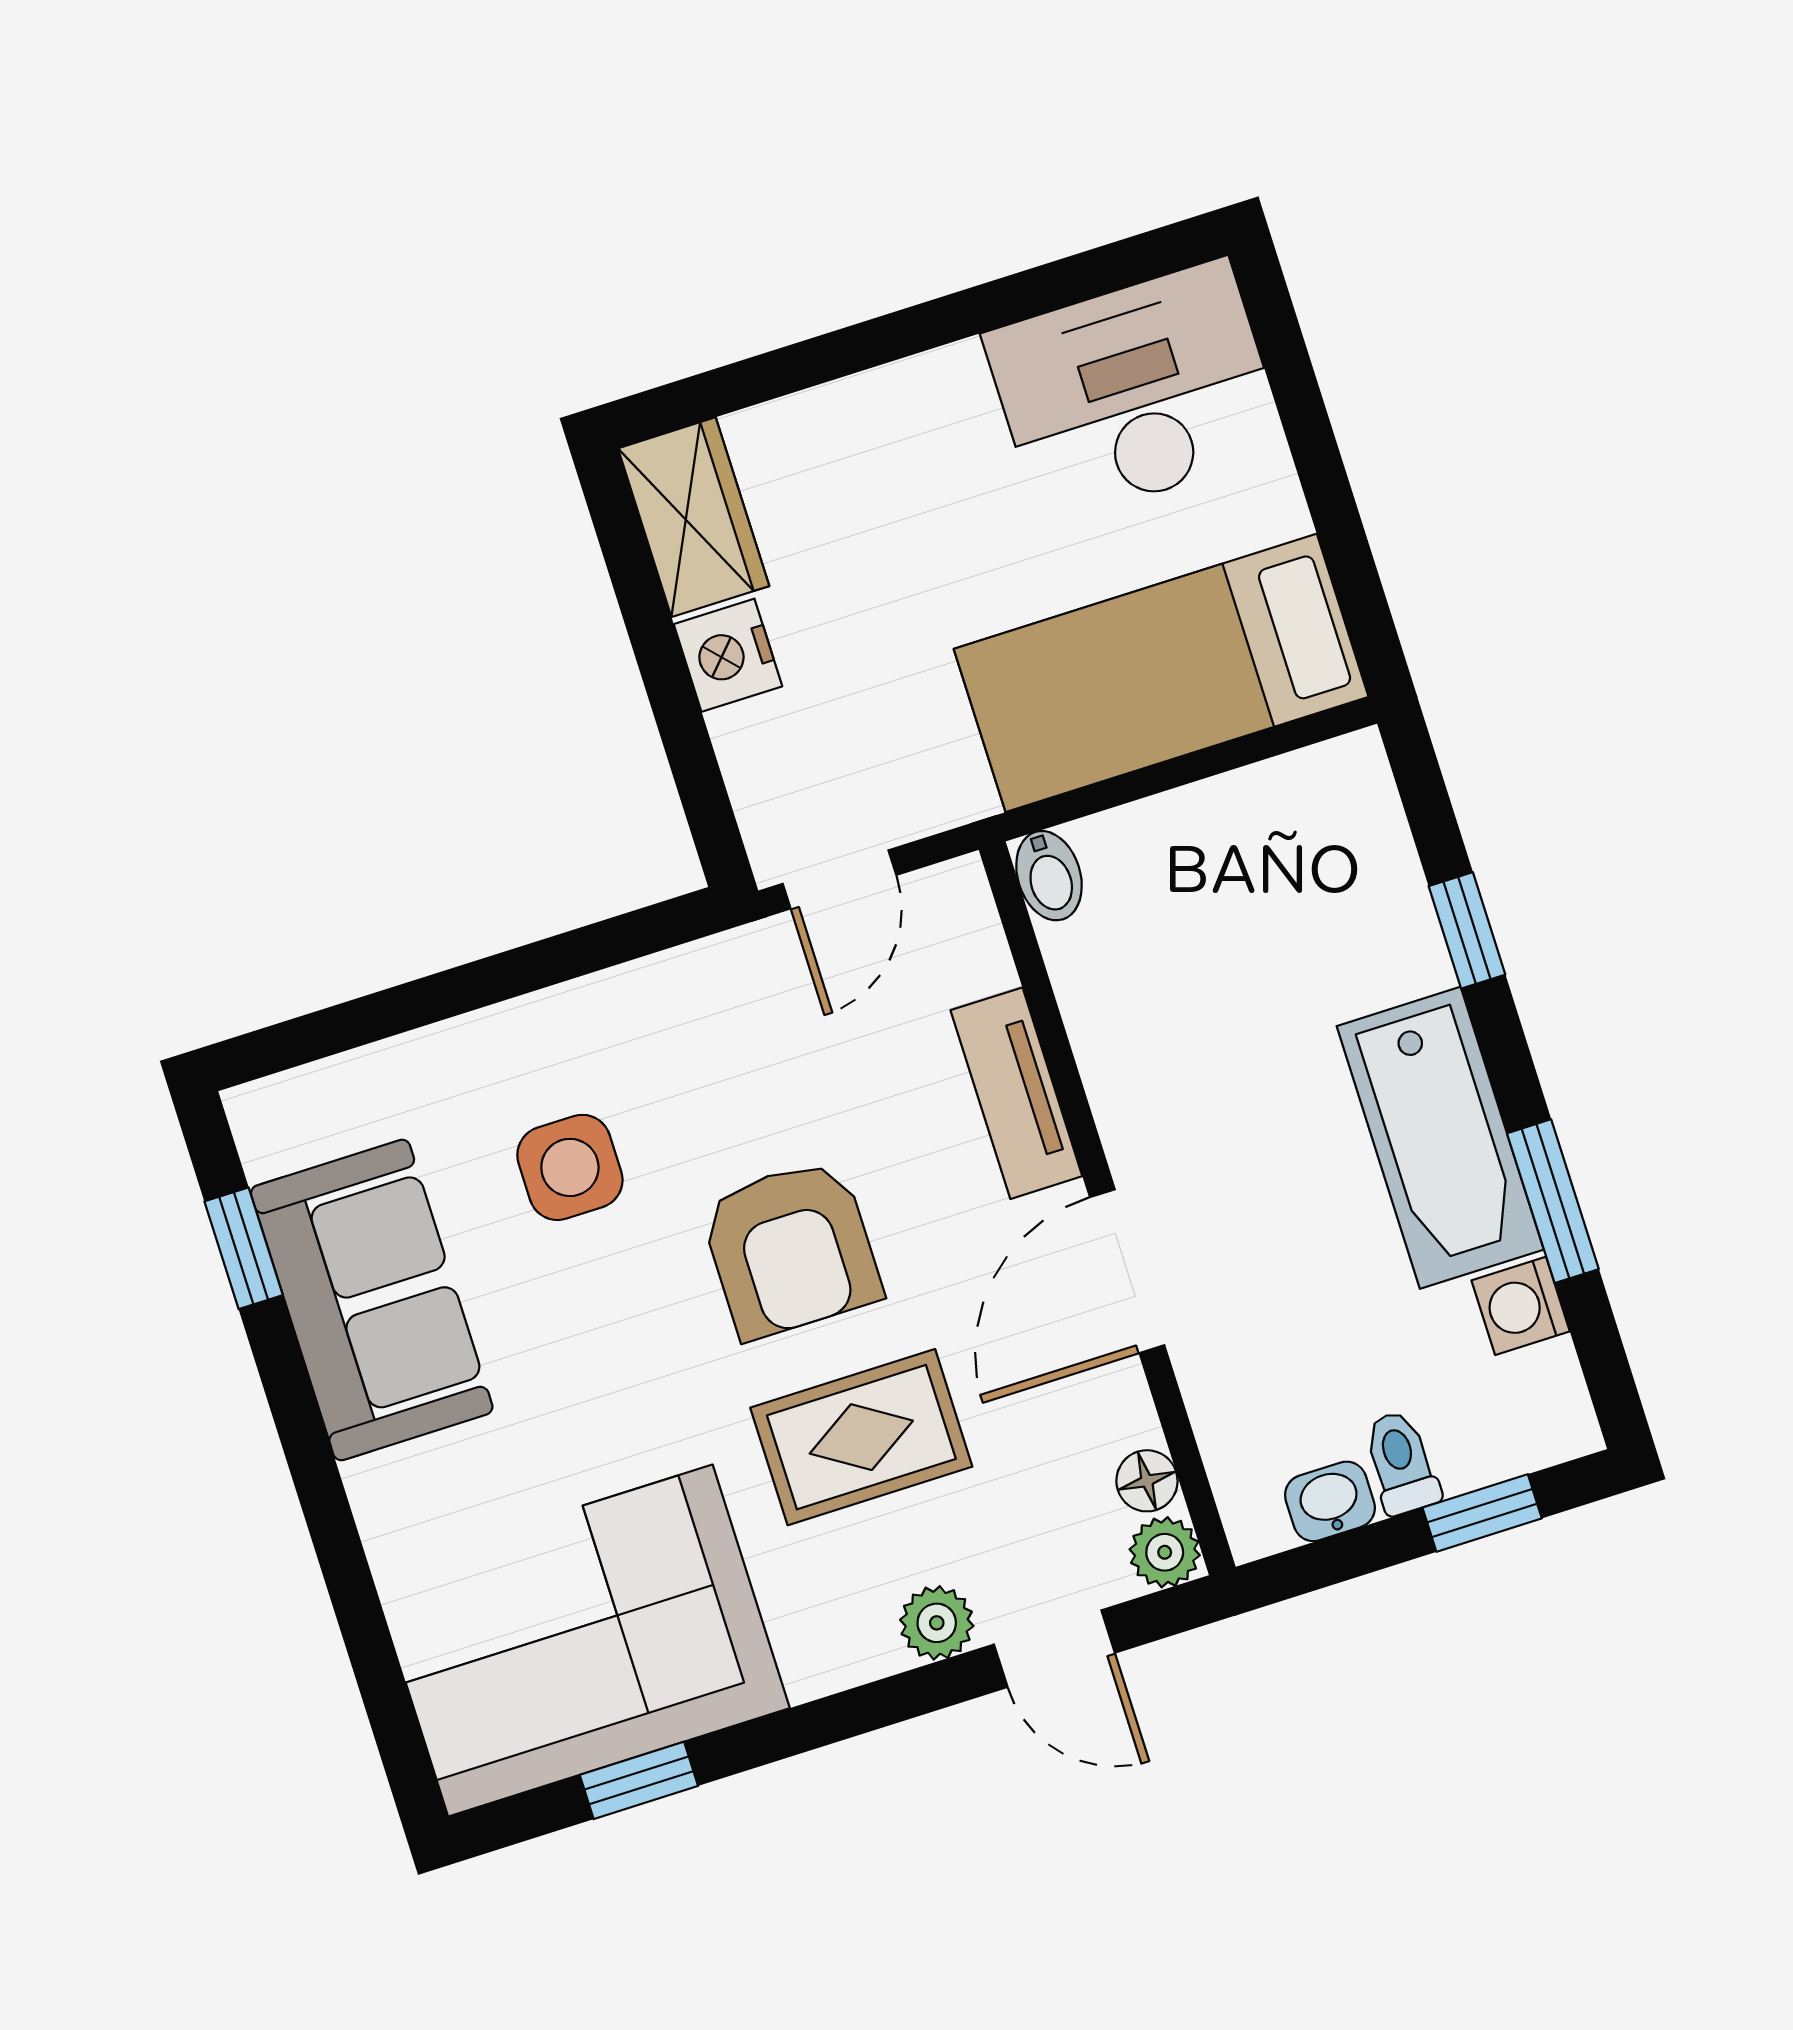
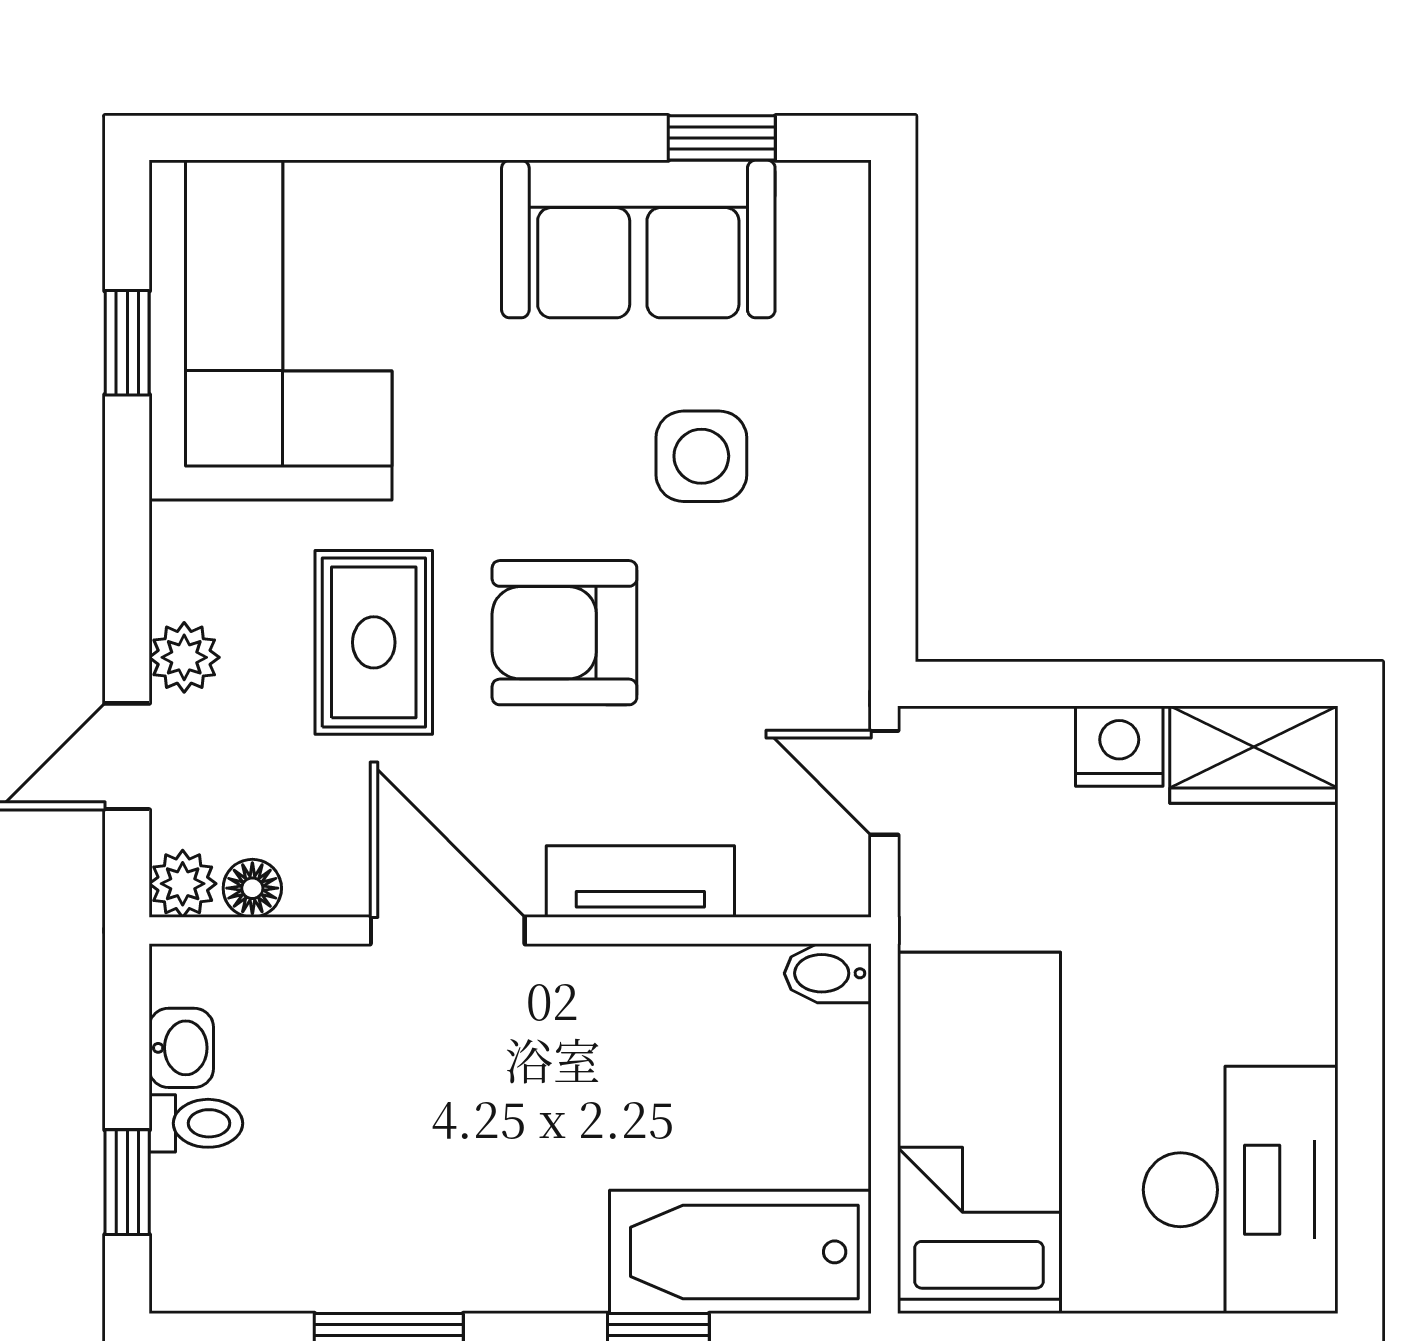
bathtub: (1440, 1138) -> (740, 1252), moved
washing machine: (1521, 1306) -> (303, 1276), removed

